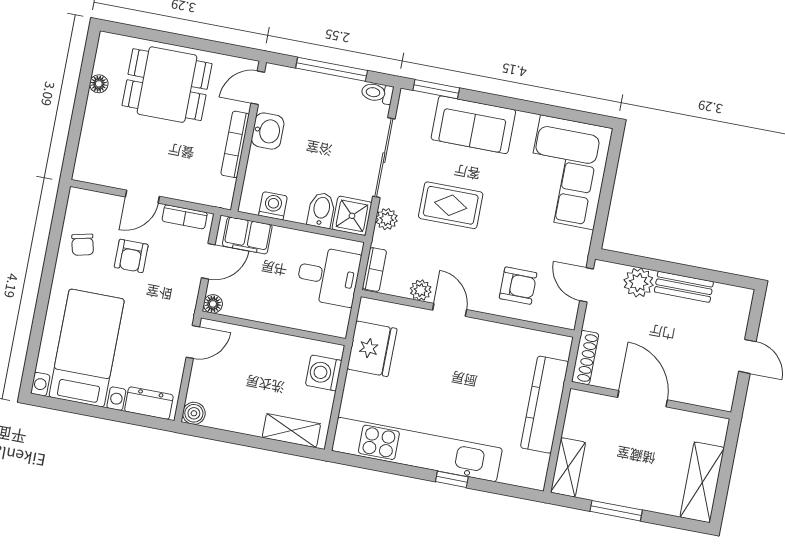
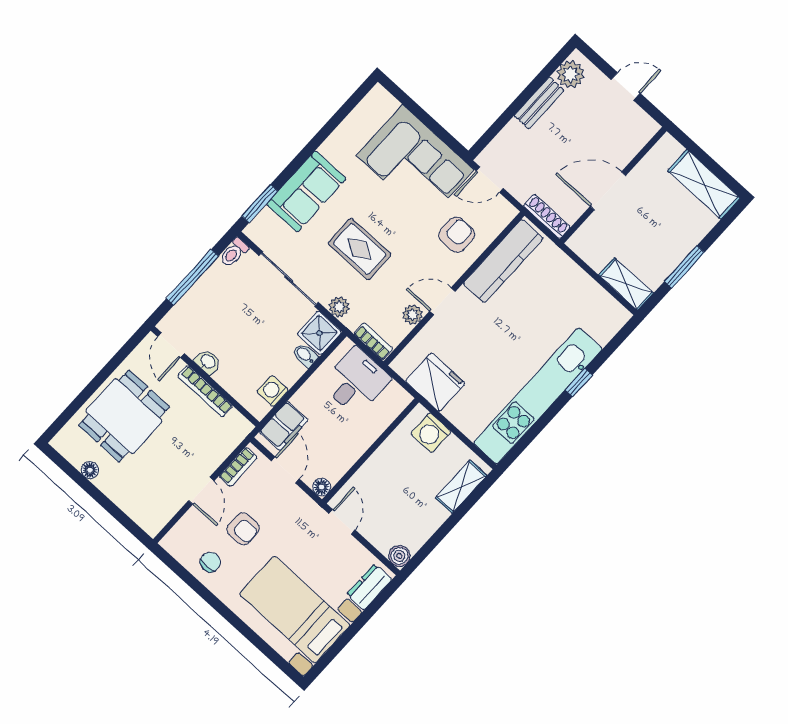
washbasin: (268, 131) -> (208, 362), width x0.72, depth x0.69
corner sofa: (567, 172) -> (415, 163), moved
rug: (451, 205) -> (360, 249), turned 90
bidet: (321, 210) -> (305, 355), width x0.72, depth x0.74
chair: (83, 245) -> (210, 562), turned -77
plant: (639, 282) -> (571, 74), moved
kitchen counter: (545, 405) -> (503, 261), moved, turned -90

